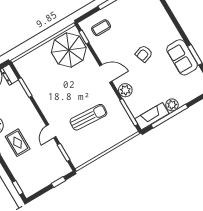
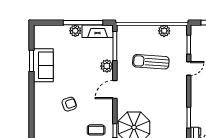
armchair: (144, 54) -> (69, 104), moved
door: (106, 73) -> (115, 90), hinge flipped
plant: (93, 152) -> (164, 31), added

